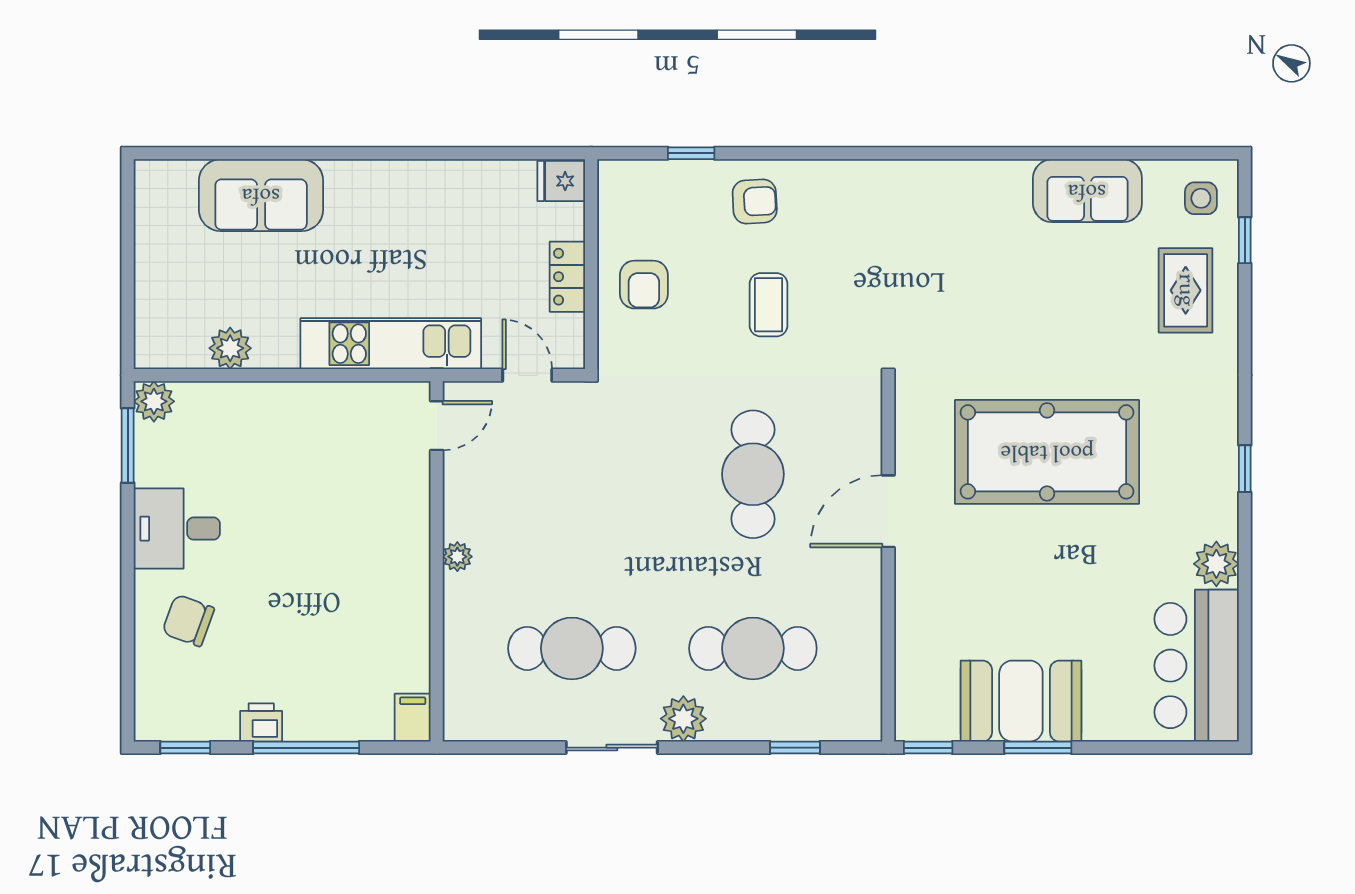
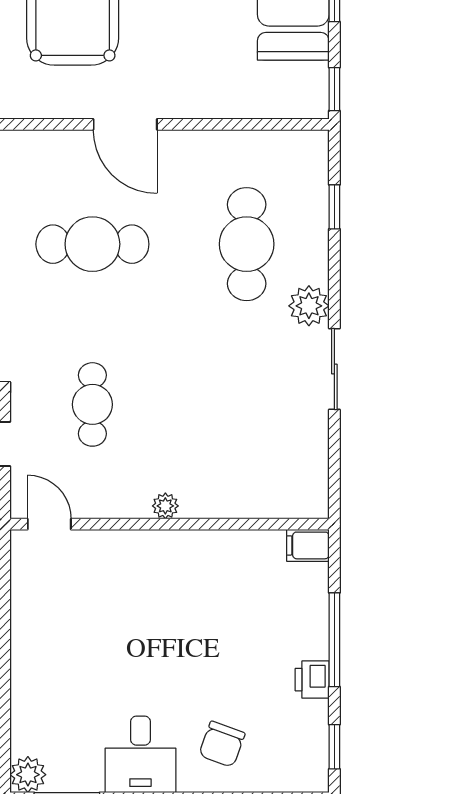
cafe table: (572, 648) -> (92, 404), moved, width x0.73, depth x0.74

